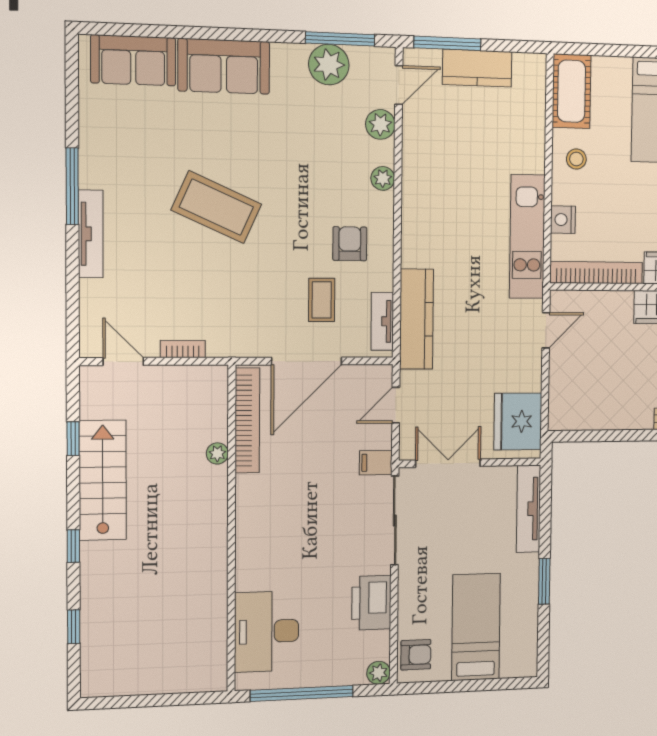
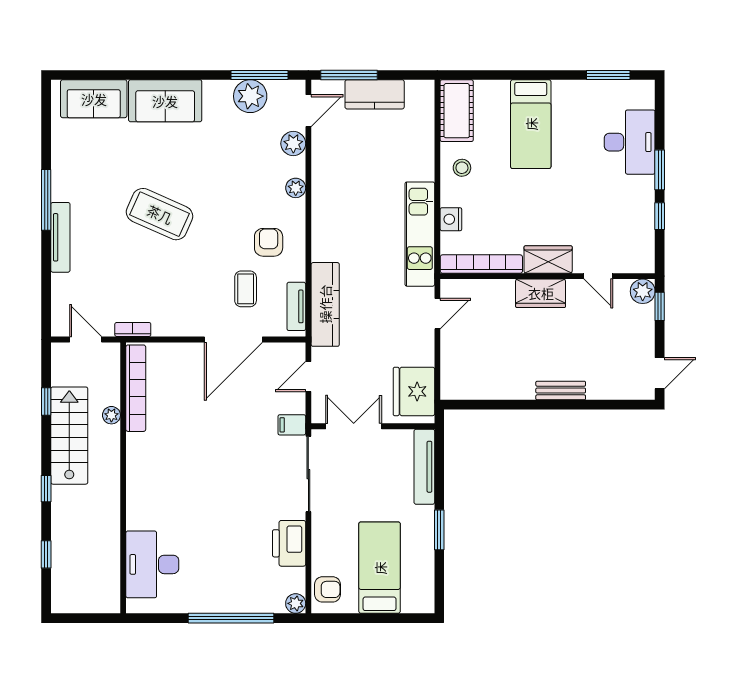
bookcase: (247, 420) -> (136, 388), moved
plant: (217, 453) -> (111, 415), moved
wall: (231, 529) -> (123, 478), moved
desk: (267, 631) -> (152, 564), moved

